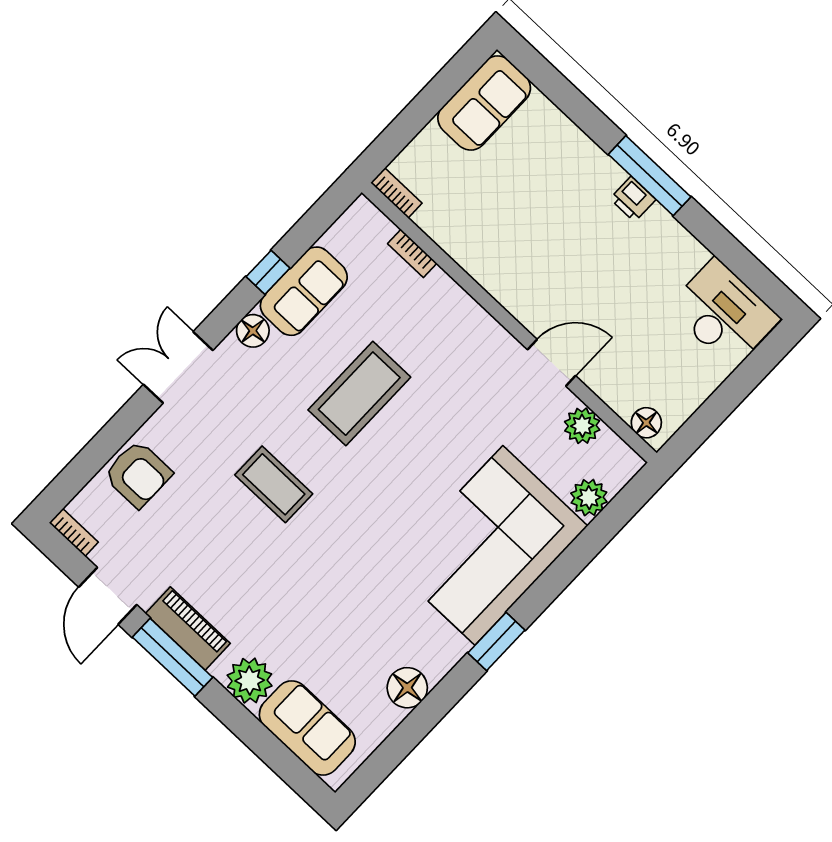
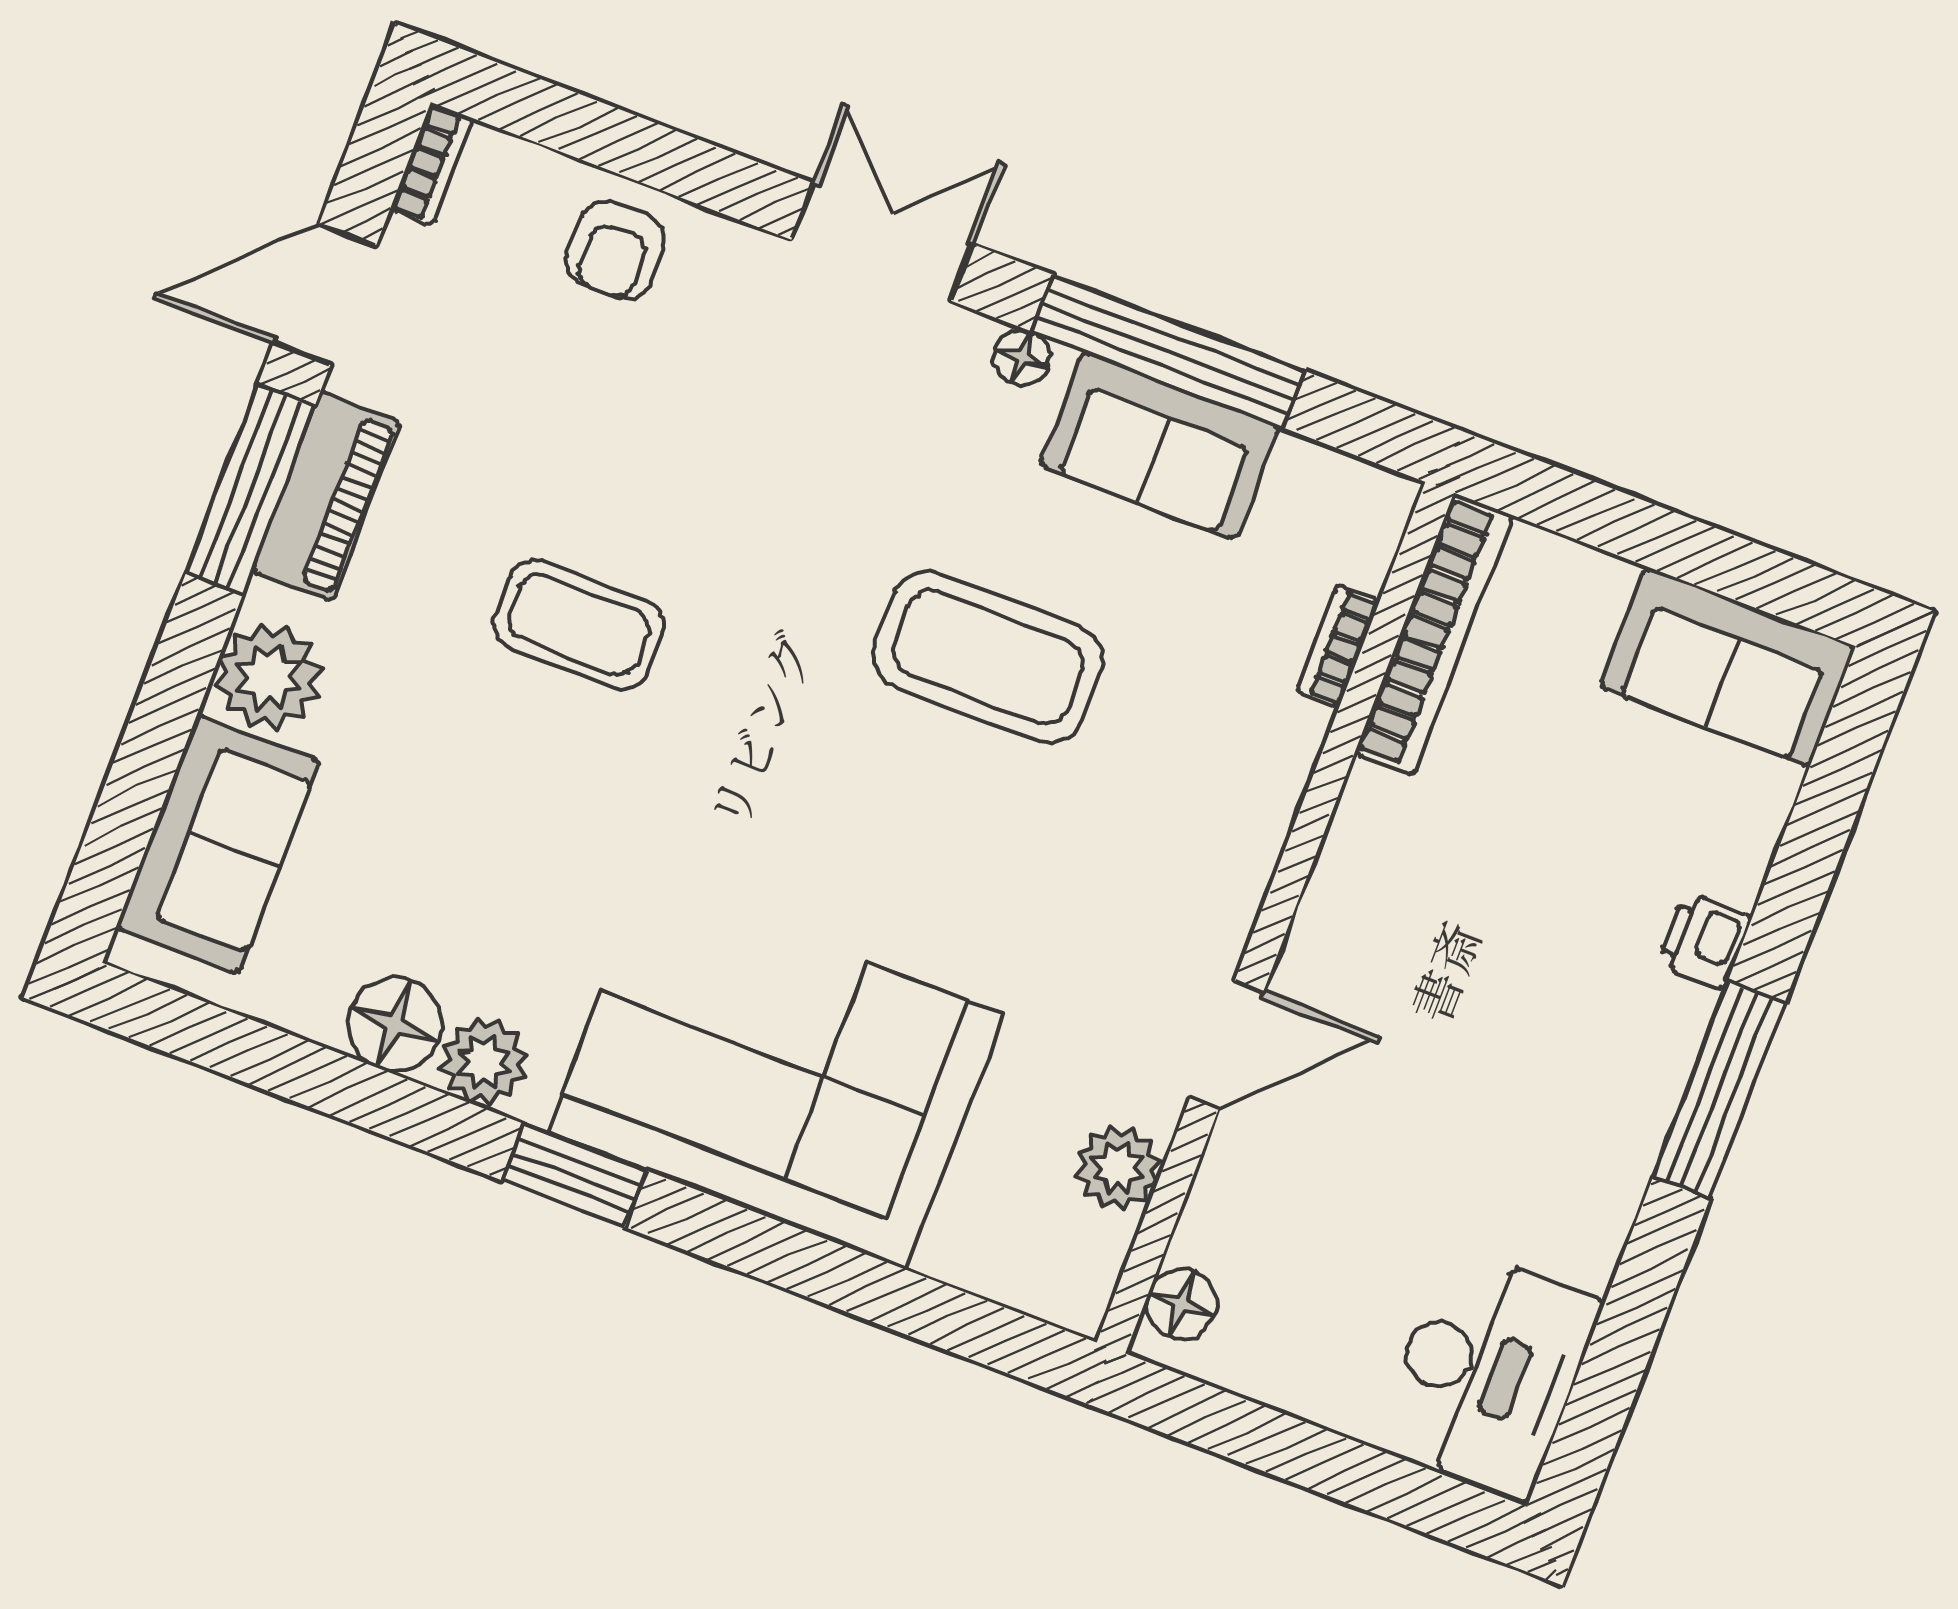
bookcase: (396, 193) -> (1434, 634), width x2.31, depth x1.31
printer: (633, 199) -> (1704, 941), moved
window: (268, 272) -> (1168, 351), width x3.17
floor lamp: (253, 331) -> (1022, 357), width x0.73, depth x0.73
door: (551, 363) -> (1227, 1045), hinge flipped
armchair: (138, 474) -> (615, 250), width x0.72, depth x0.72
coffee table: (274, 484) -> (579, 625), moved, turned 90
plant: (589, 498) -> (484, 1062), moved

